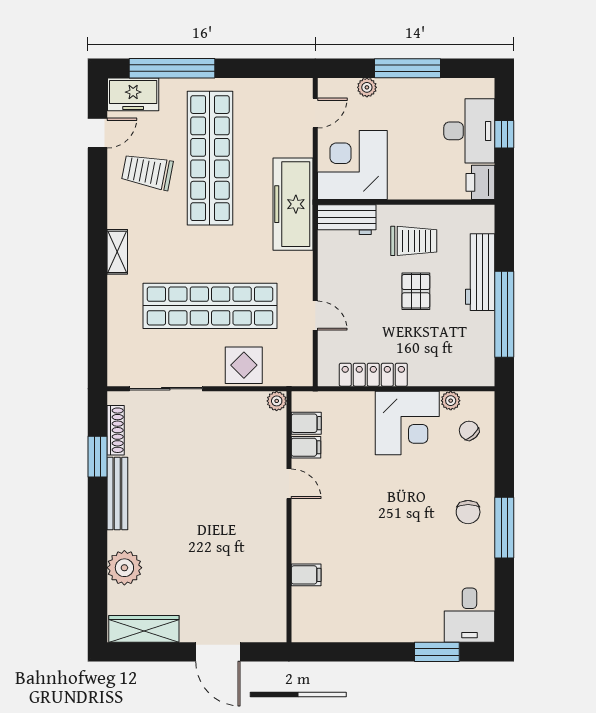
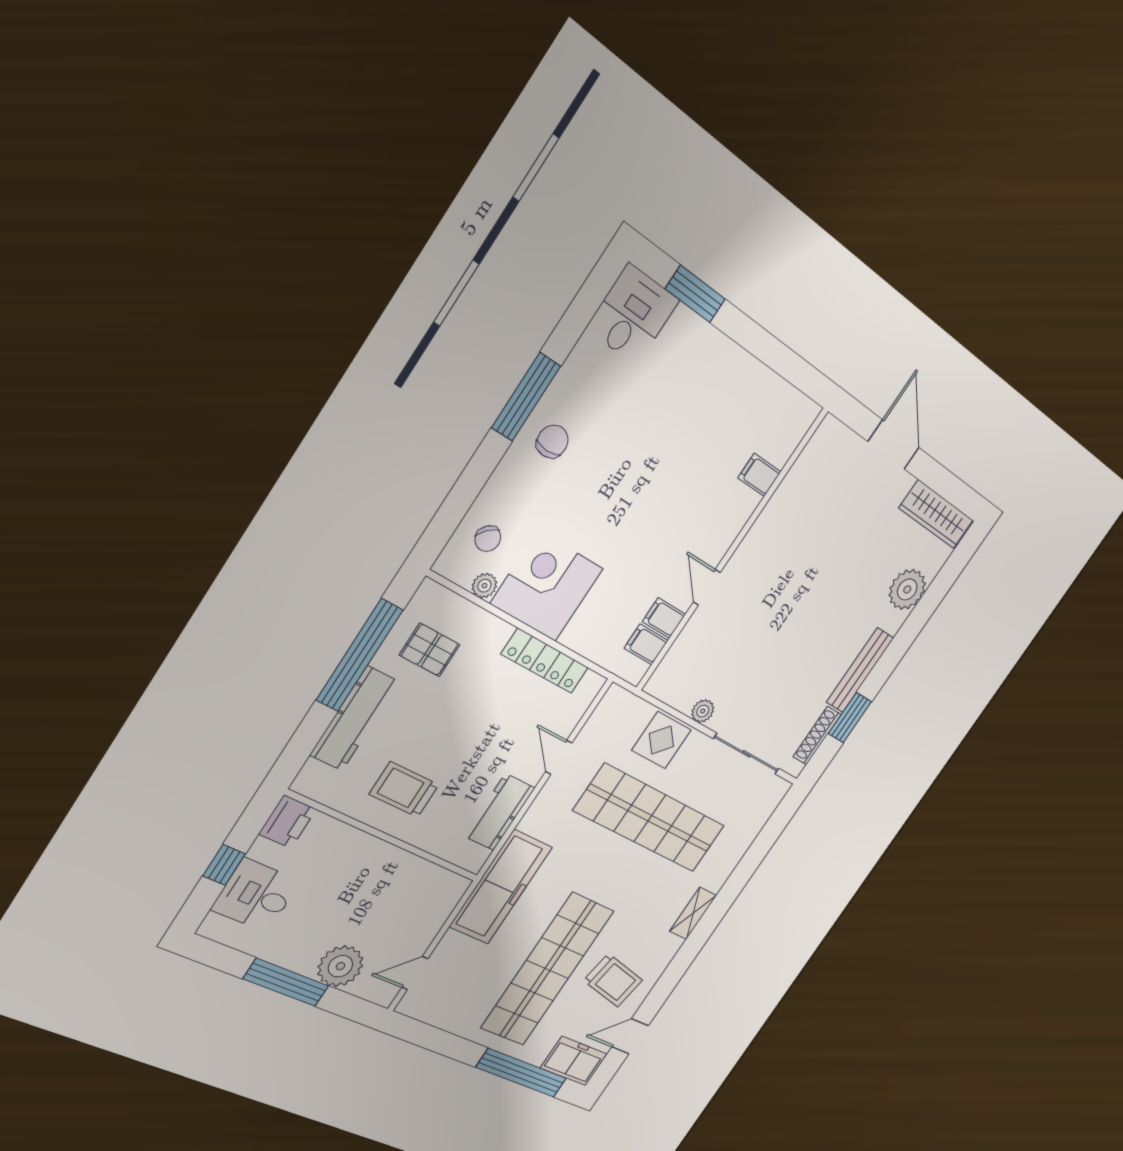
plant: (367, 87) -> (340, 966), width x1.88, depth x1.88
desk: (469, 131) -> (256, 895), width x0.73
corner desk: (352, 165) -> (414, 902), removed
workbench: (347, 220) -> (499, 812), moved, turned -90
pallet: (416, 291) -> (430, 650), moved, turned 90
plant: (277, 401) -> (703, 711), moved

